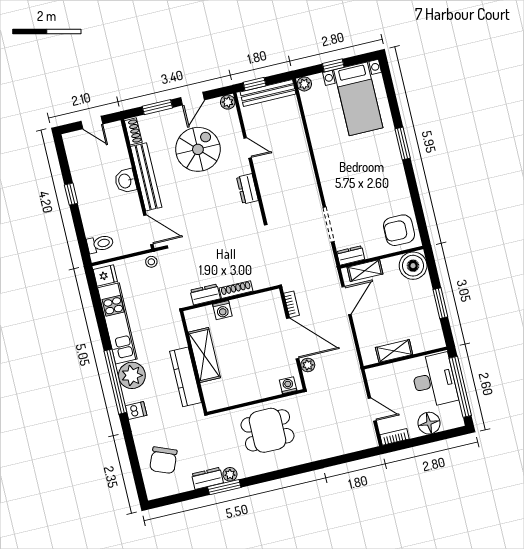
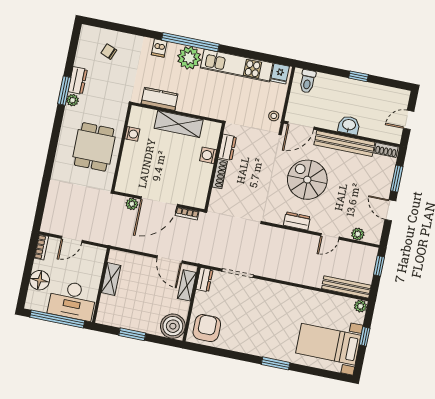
bench: (268, 93) -> (346, 287), moved, turned 90
plant: (228, 102) -> (358, 234), moved
spiral stairs: (198, 149) -> (307, 180), moved, turned 180
kitchen counter: (186, 377) -> (160, 99), width x0.67
washing machine: (288, 385) -> (132, 134), moved
chair: (163, 460) -> (109, 52), width x0.54, depth x0.54

